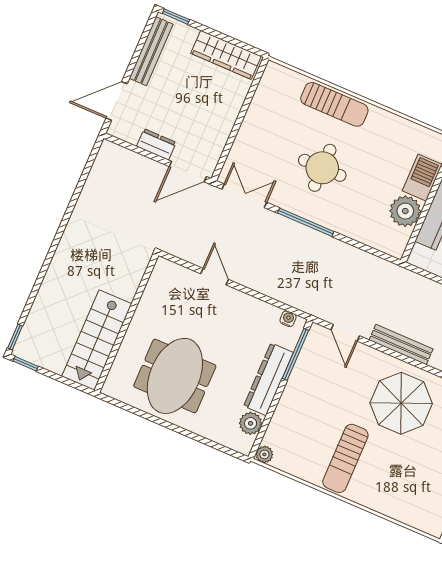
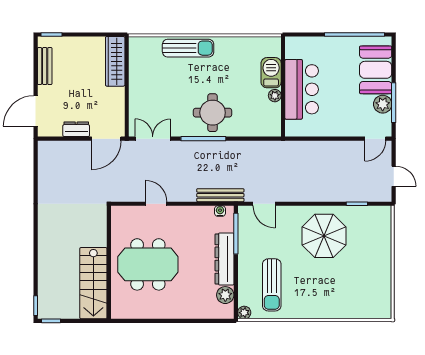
bench: (151, 51) -> (45, 66), width x0.73
wardrobe: (226, 55) -> (115, 61), moved, turned 90
round table: (322, 168) -> (213, 113), moved
plant: (405, 211) -> (275, 96), width x0.53, depth x0.53
bench: (401, 345) -> (220, 195), moved
meeting table: (175, 376) -> (148, 264), moved, turned 90
sun lounger: (345, 458) -> (272, 285), moved

